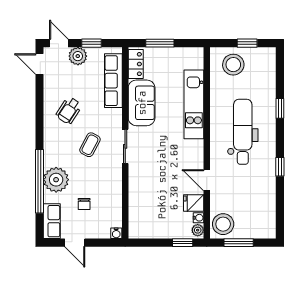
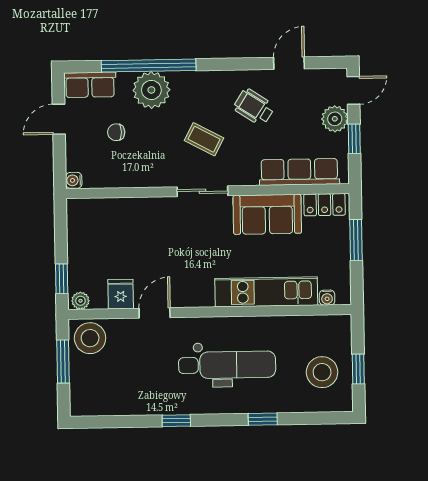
door: (40, 64) -> (289, 63), moved
stool: (233, 65) -> (322, 372), moved
water cooler: (199, 218) -> (327, 298), moved

